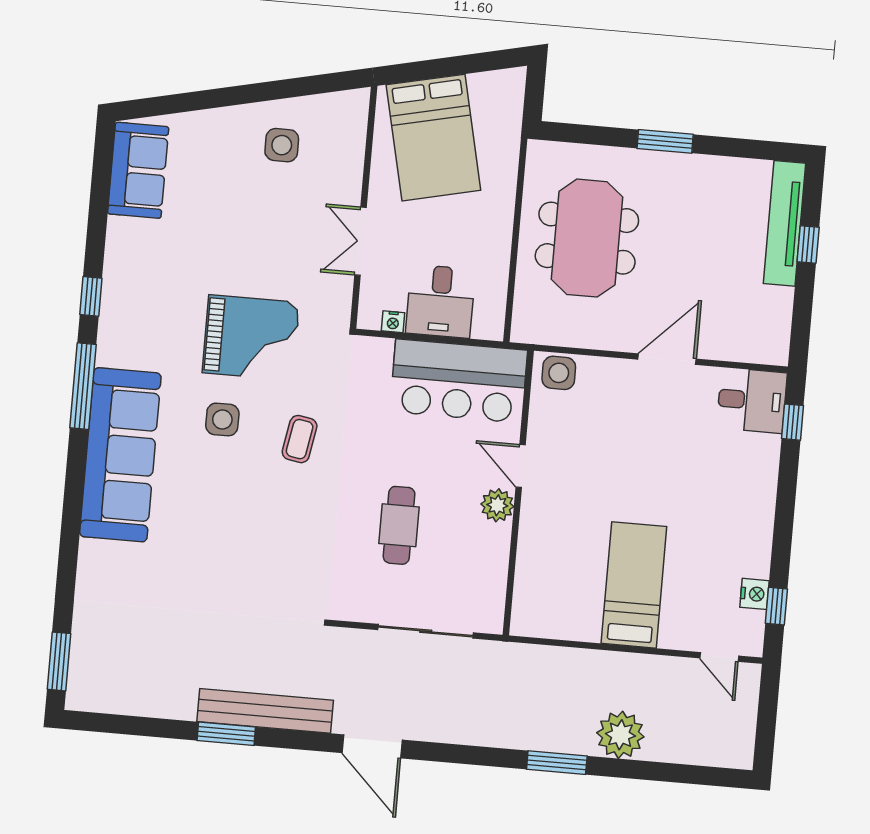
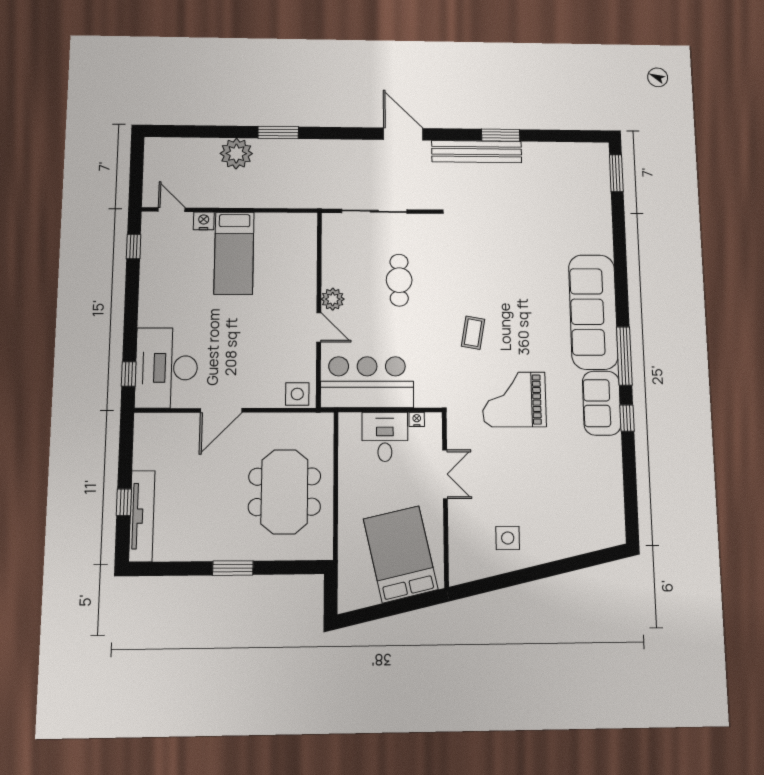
sofa: (138, 170) -> (602, 403), moved
desk: (752, 400) -> (166, 368), width x1.87, depth x1.30
side table: (222, 419) -> (527, 341), removed
nightstand: (755, 594) -> (204, 221), moved, turned 90

